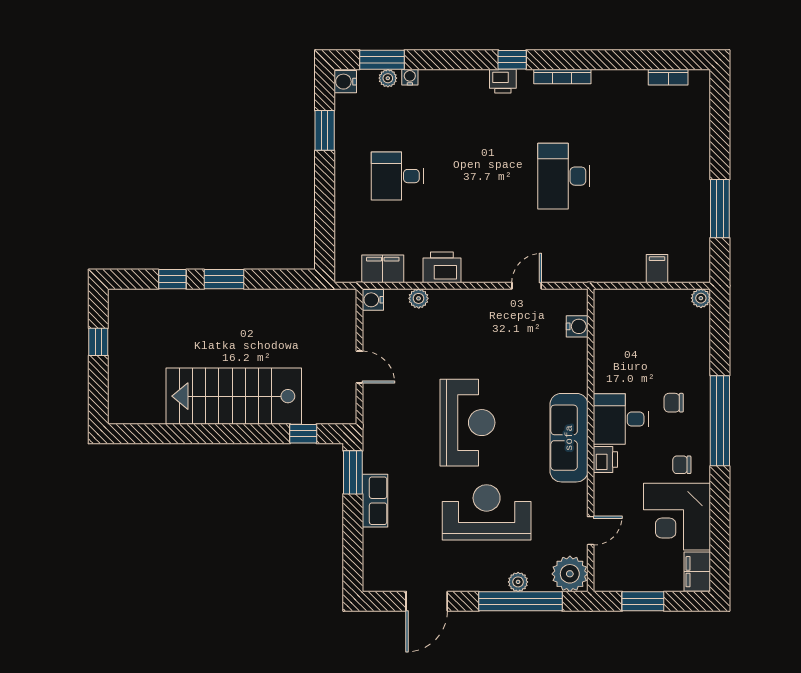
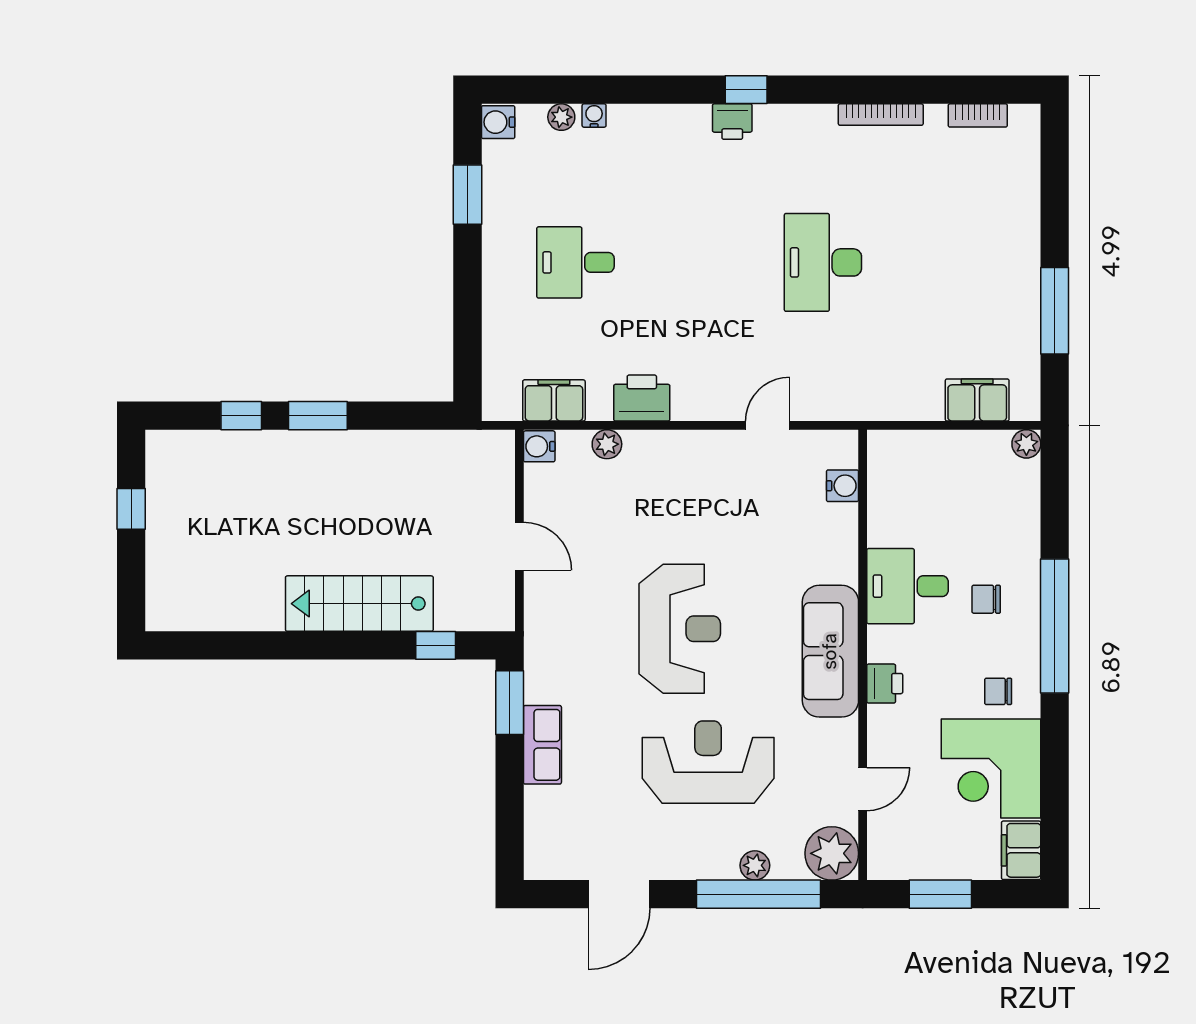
window: (382, 60) -> (553, 90), removed
bookcase: (562, 76) -> (881, 115), moved
filing cabinet: (657, 269) -> (977, 400), width x2.00
stairs: (234, 396) -> (359, 604), width x0.73, depth x0.66
desk: (621, 419) -> (908, 586), moved

